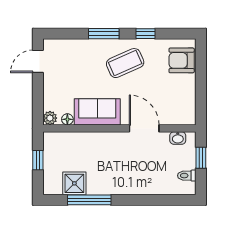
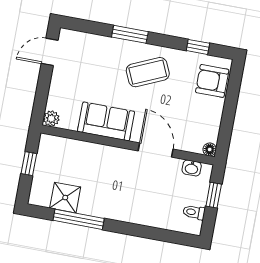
window: (145, 34) -> (198, 47), moved
floor lamp: (67, 119) -> (210, 149), moved

